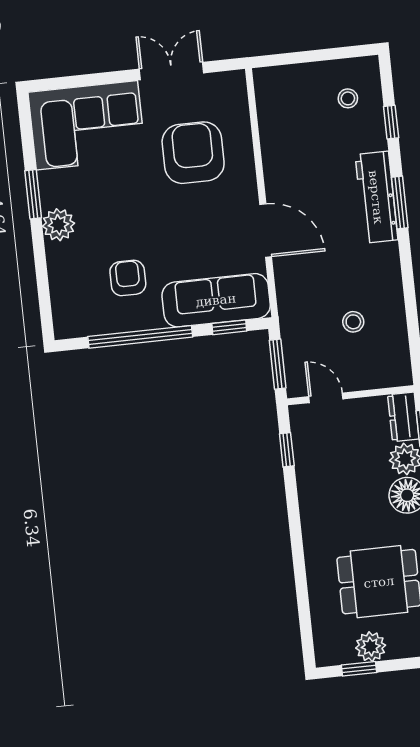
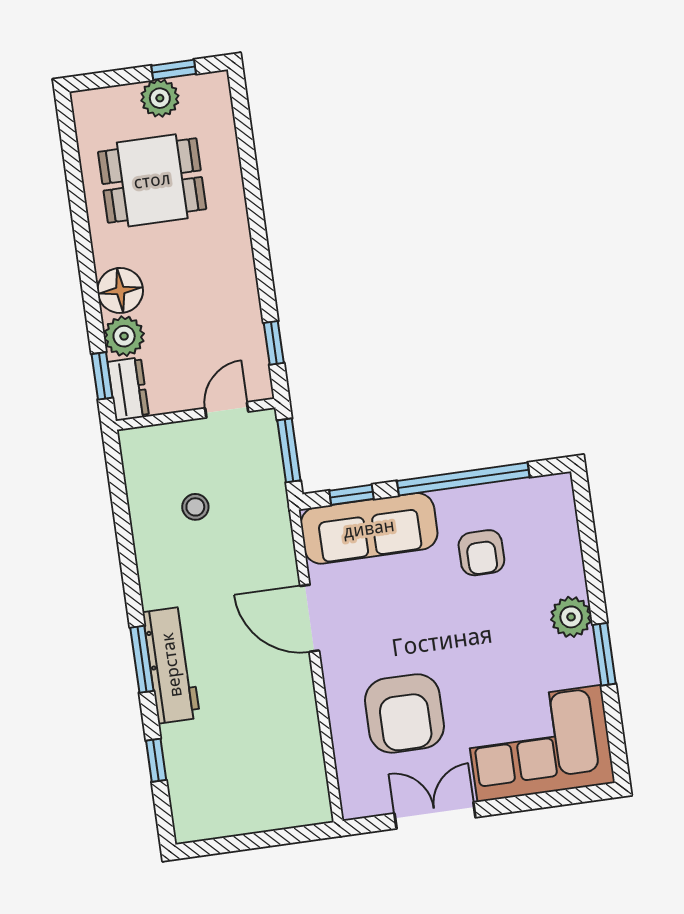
double door: (172, 71) -> (435, 815), swing flipped
stool: (348, 98) -> (212, 788), removed
door: (326, 398) -> (227, 410), swing flipped

